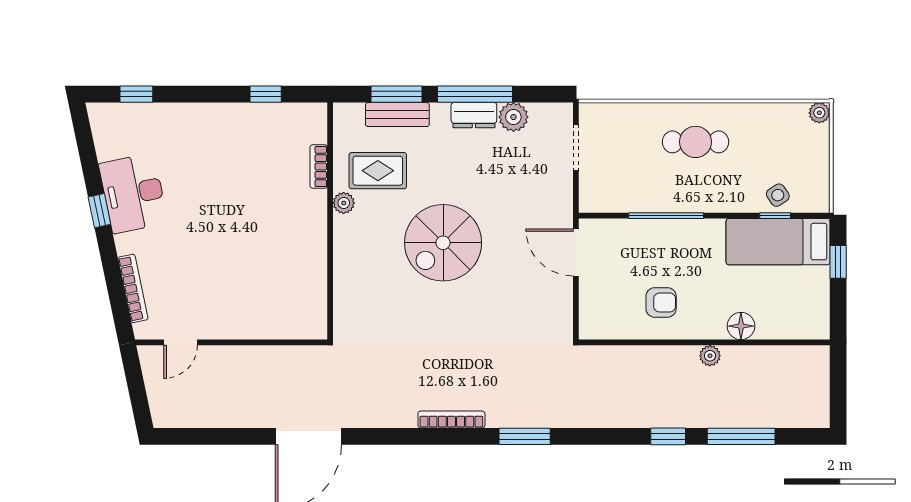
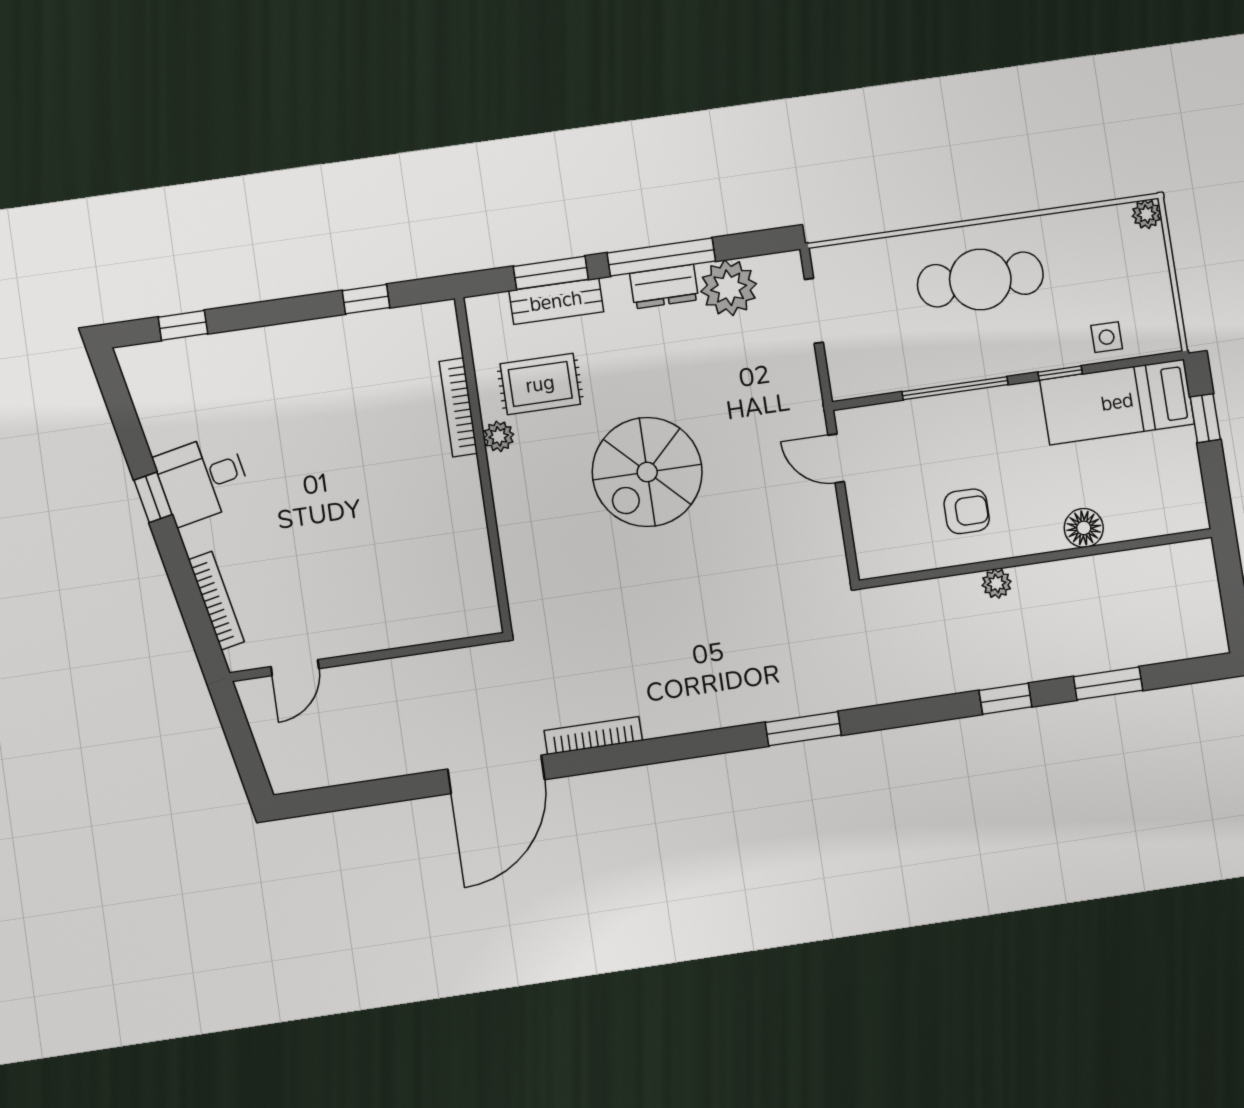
plant: (513, 117) -> (729, 288), width x1.36, depth x1.36
cafe table: (696, 142) -> (980, 279), width x1.37, depth x1.35
bookcase: (319, 166) -> (458, 407), width x1.56
desk: (133, 193) -> (203, 479), width x0.73
side table: (778, 195) -> (1107, 337), turned 34
window: (775, 216) -> (1060, 373), moved
door: (576, 252) -> (836, 458), width x0.73
plant: (710, 356) -> (997, 583), moved
bookcase: (451, 420) -> (593, 736), moved
window: (741, 436) -> (1108, 683), width x0.69

